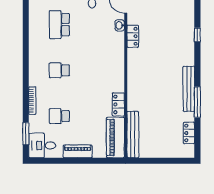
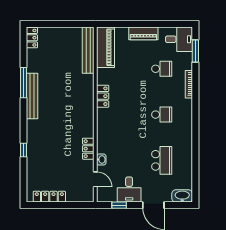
locker: (118, 104) -> (103, 96), moved
locker: (189, 133) -> (32, 38), moved

